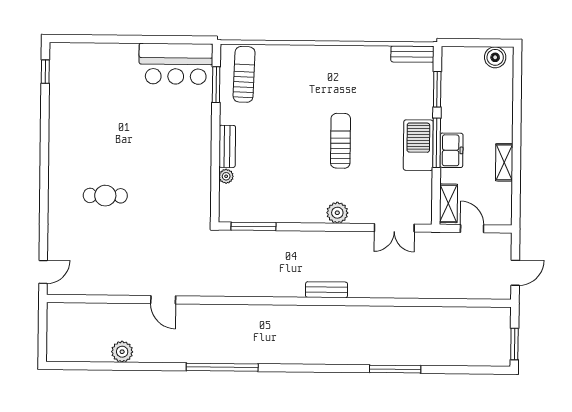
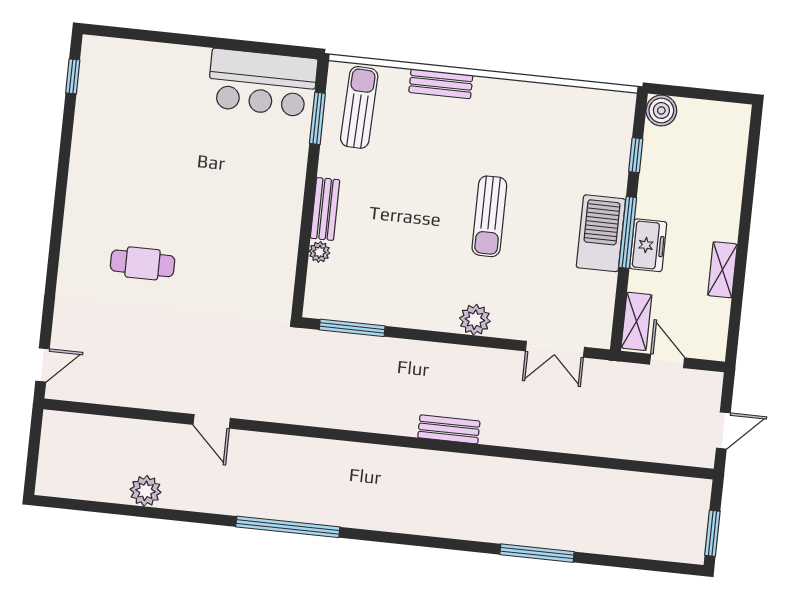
bench: (412, 54) -> (441, 84), moved
boiler: (495, 57) -> (661, 110), moved
window: (437, 89) -> (636, 155), width x0.67
sun lounger: (341, 141) -> (489, 216), turned 180

